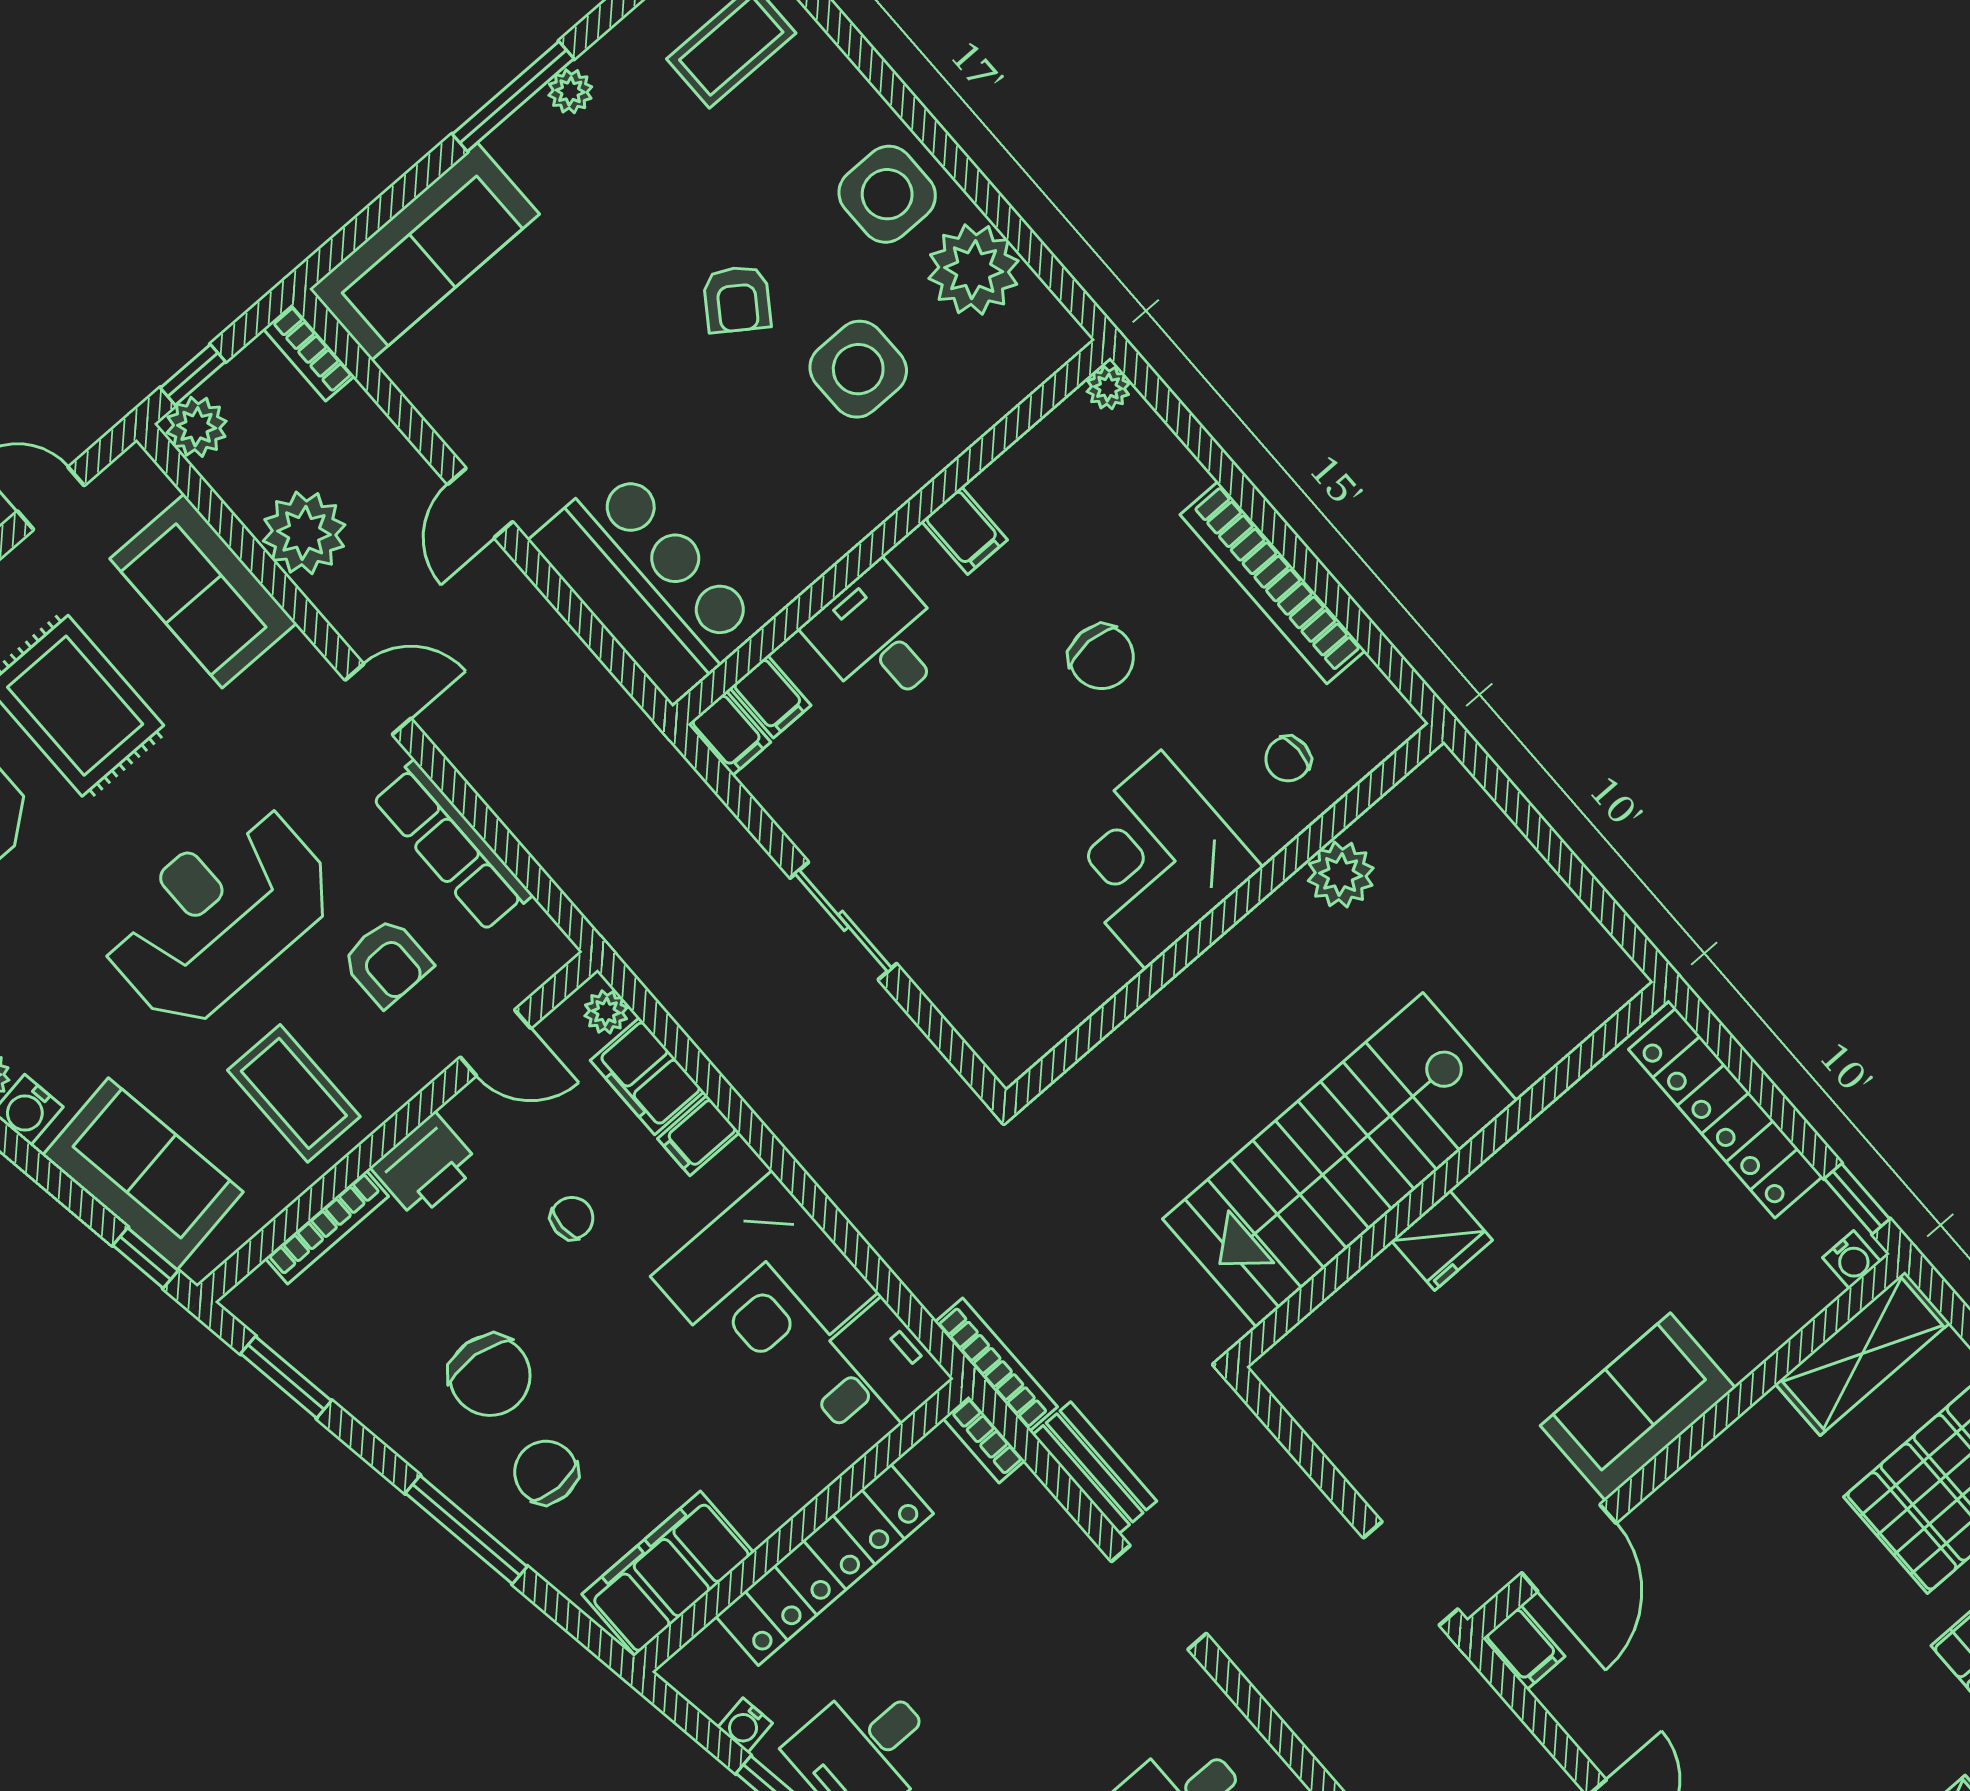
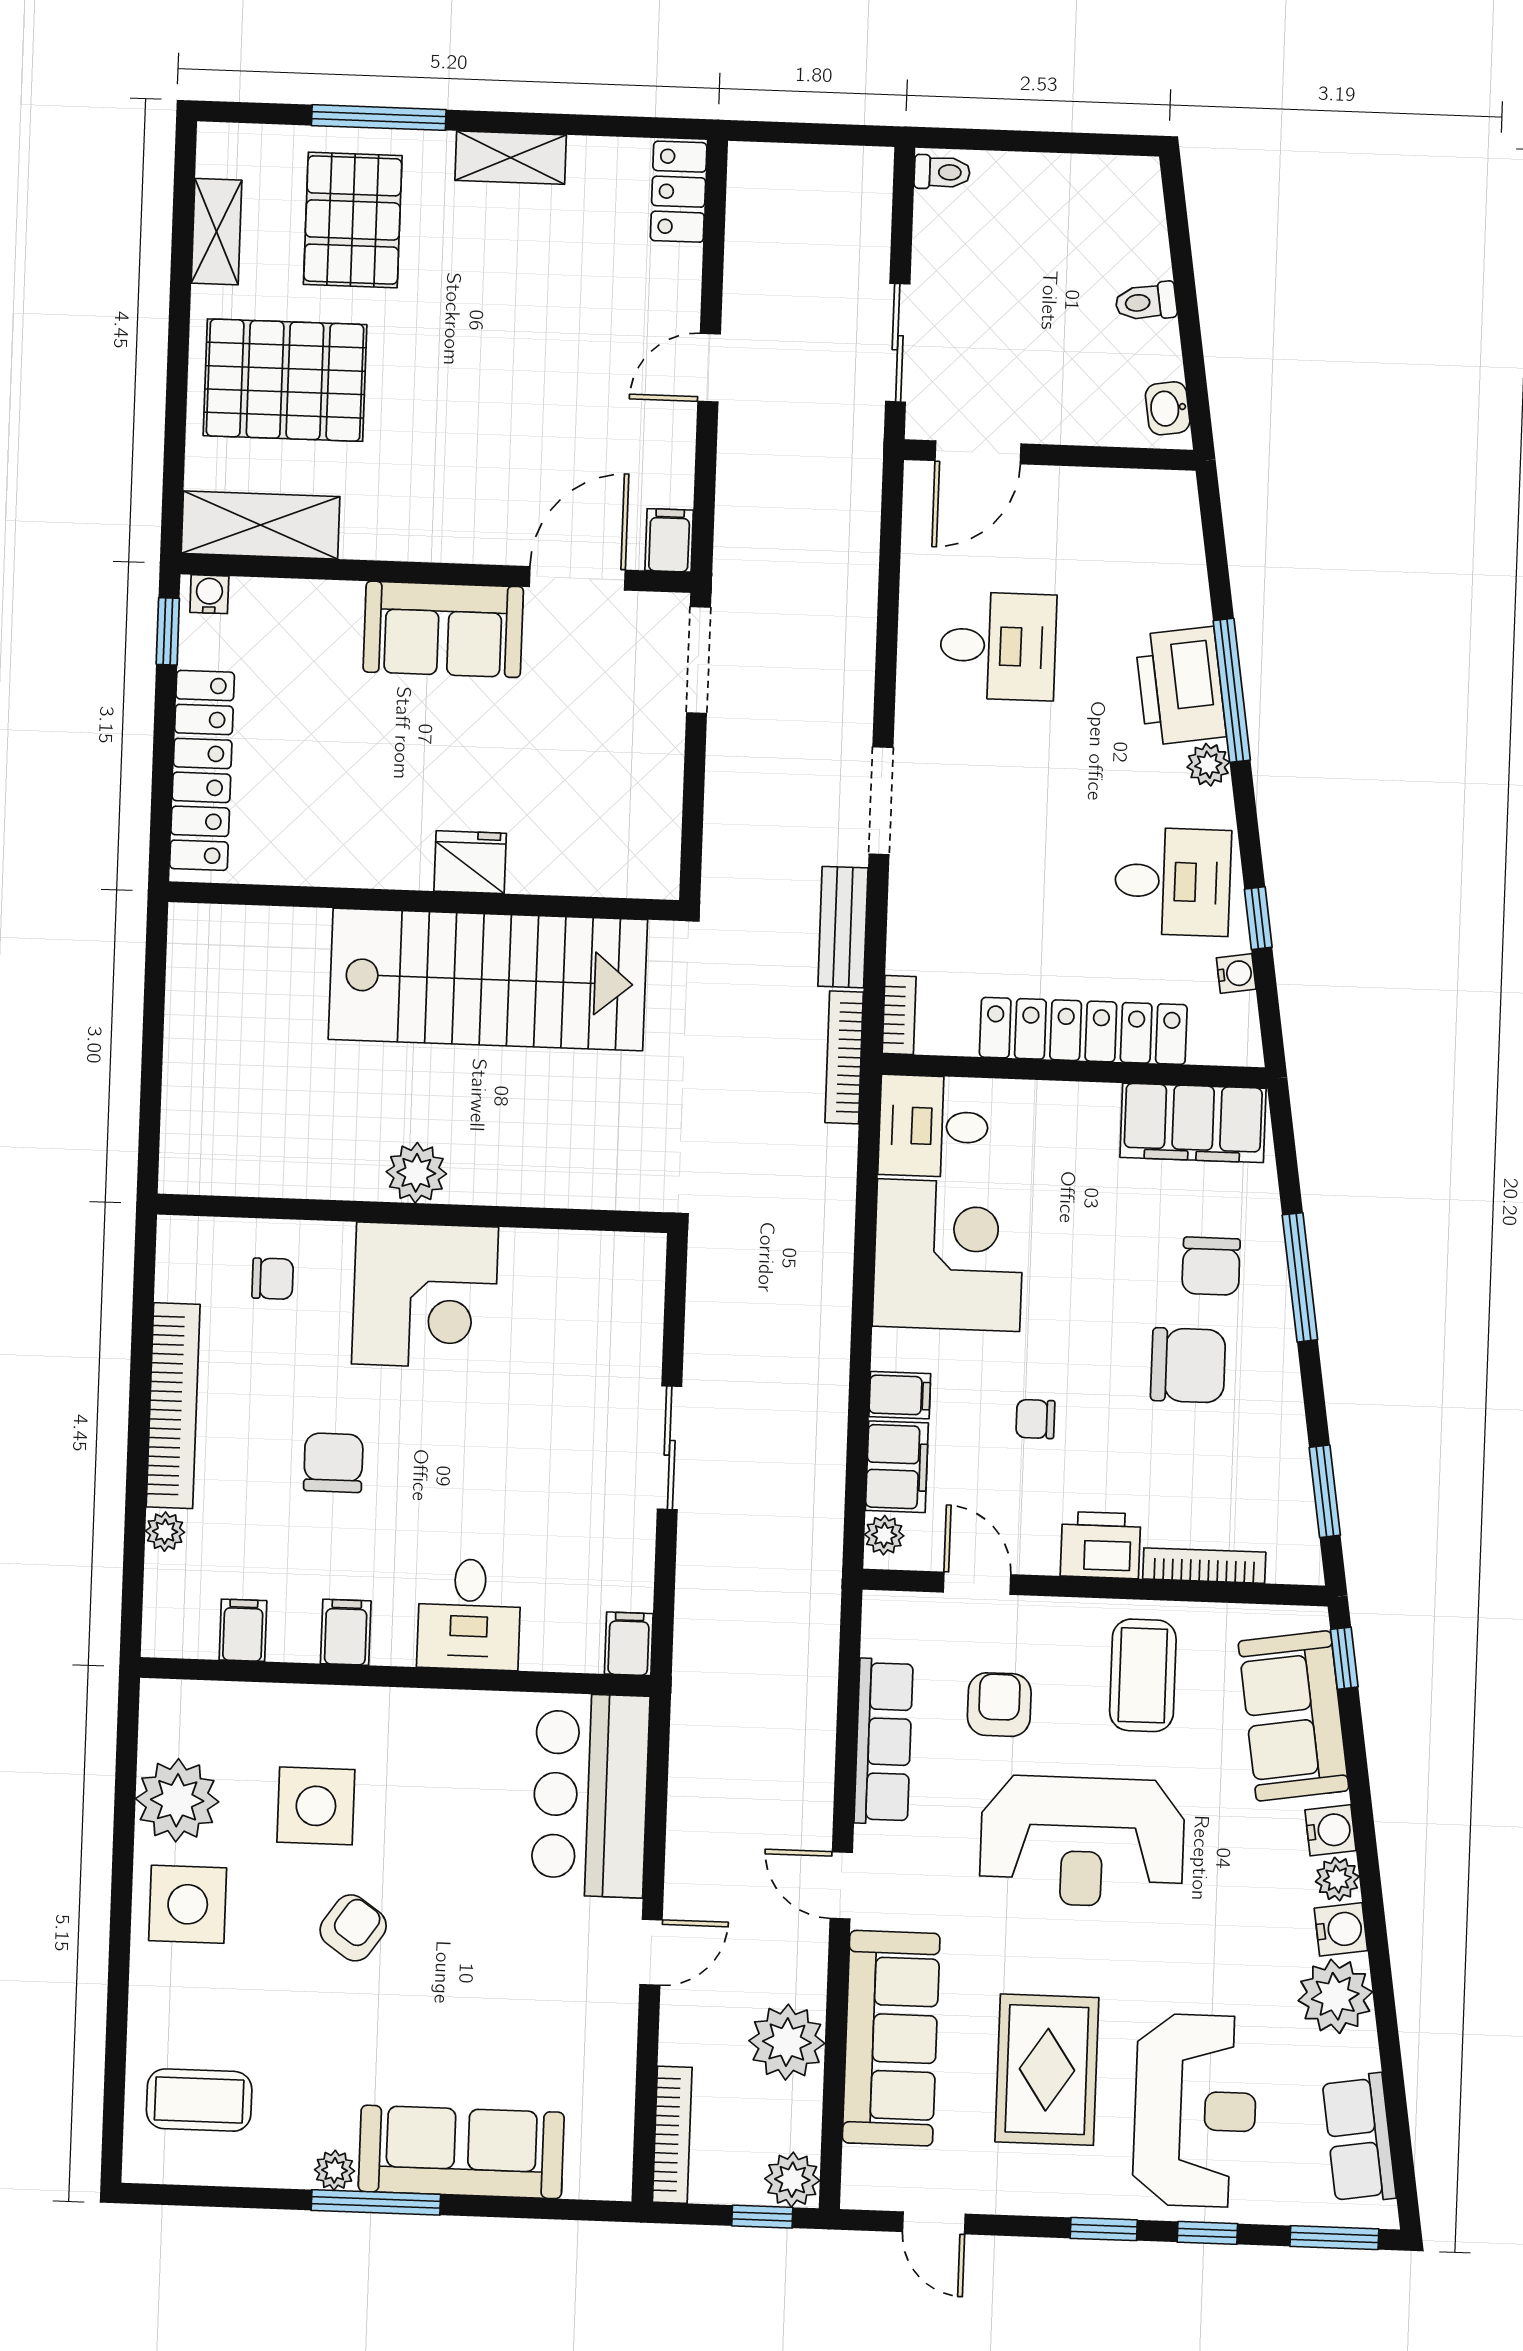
sofa: (424, 252) -> (461, 2152), moved
bookcase: (309, 352) -> (672, 2135), width x1.56
plant: (1108, 388) -> (165, 1532), moved
sofa: (203, 591) -> (891, 2038), width x1.36
filing cabinet: (770, 697) -> (243, 1630), moved
plant: (1341, 874) -> (416, 1173), moved
chair: (490, 1376) -> (1188, 1365), turned 84

